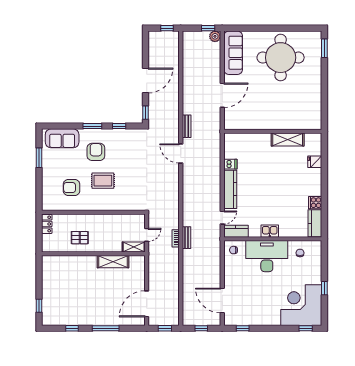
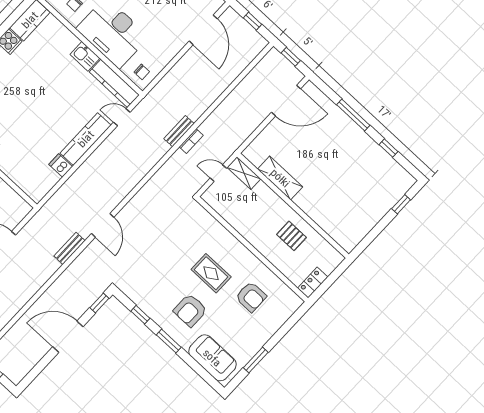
kitchen counter: (236, 231) -> (114, 83), width x1.50

